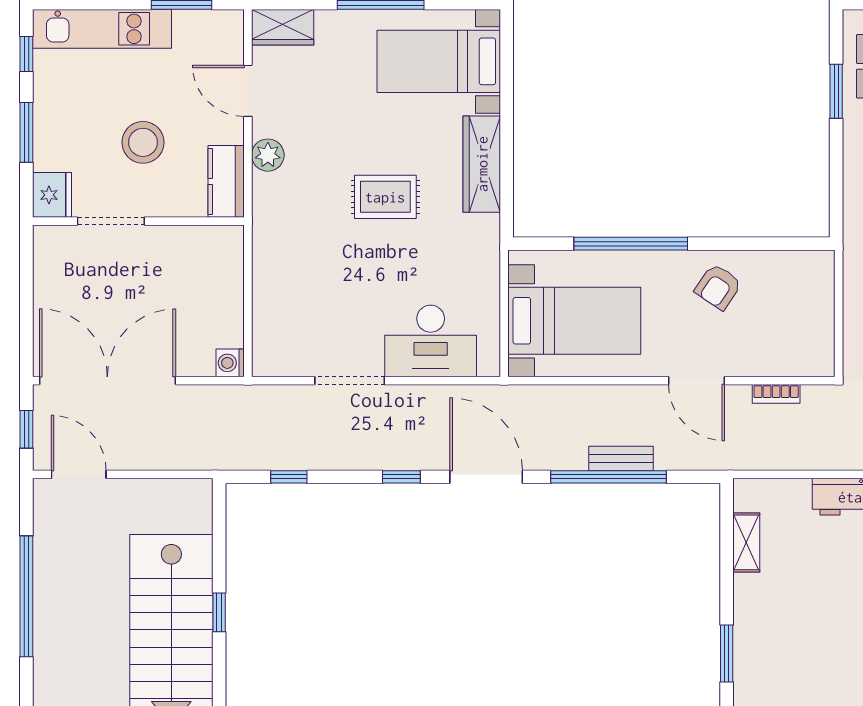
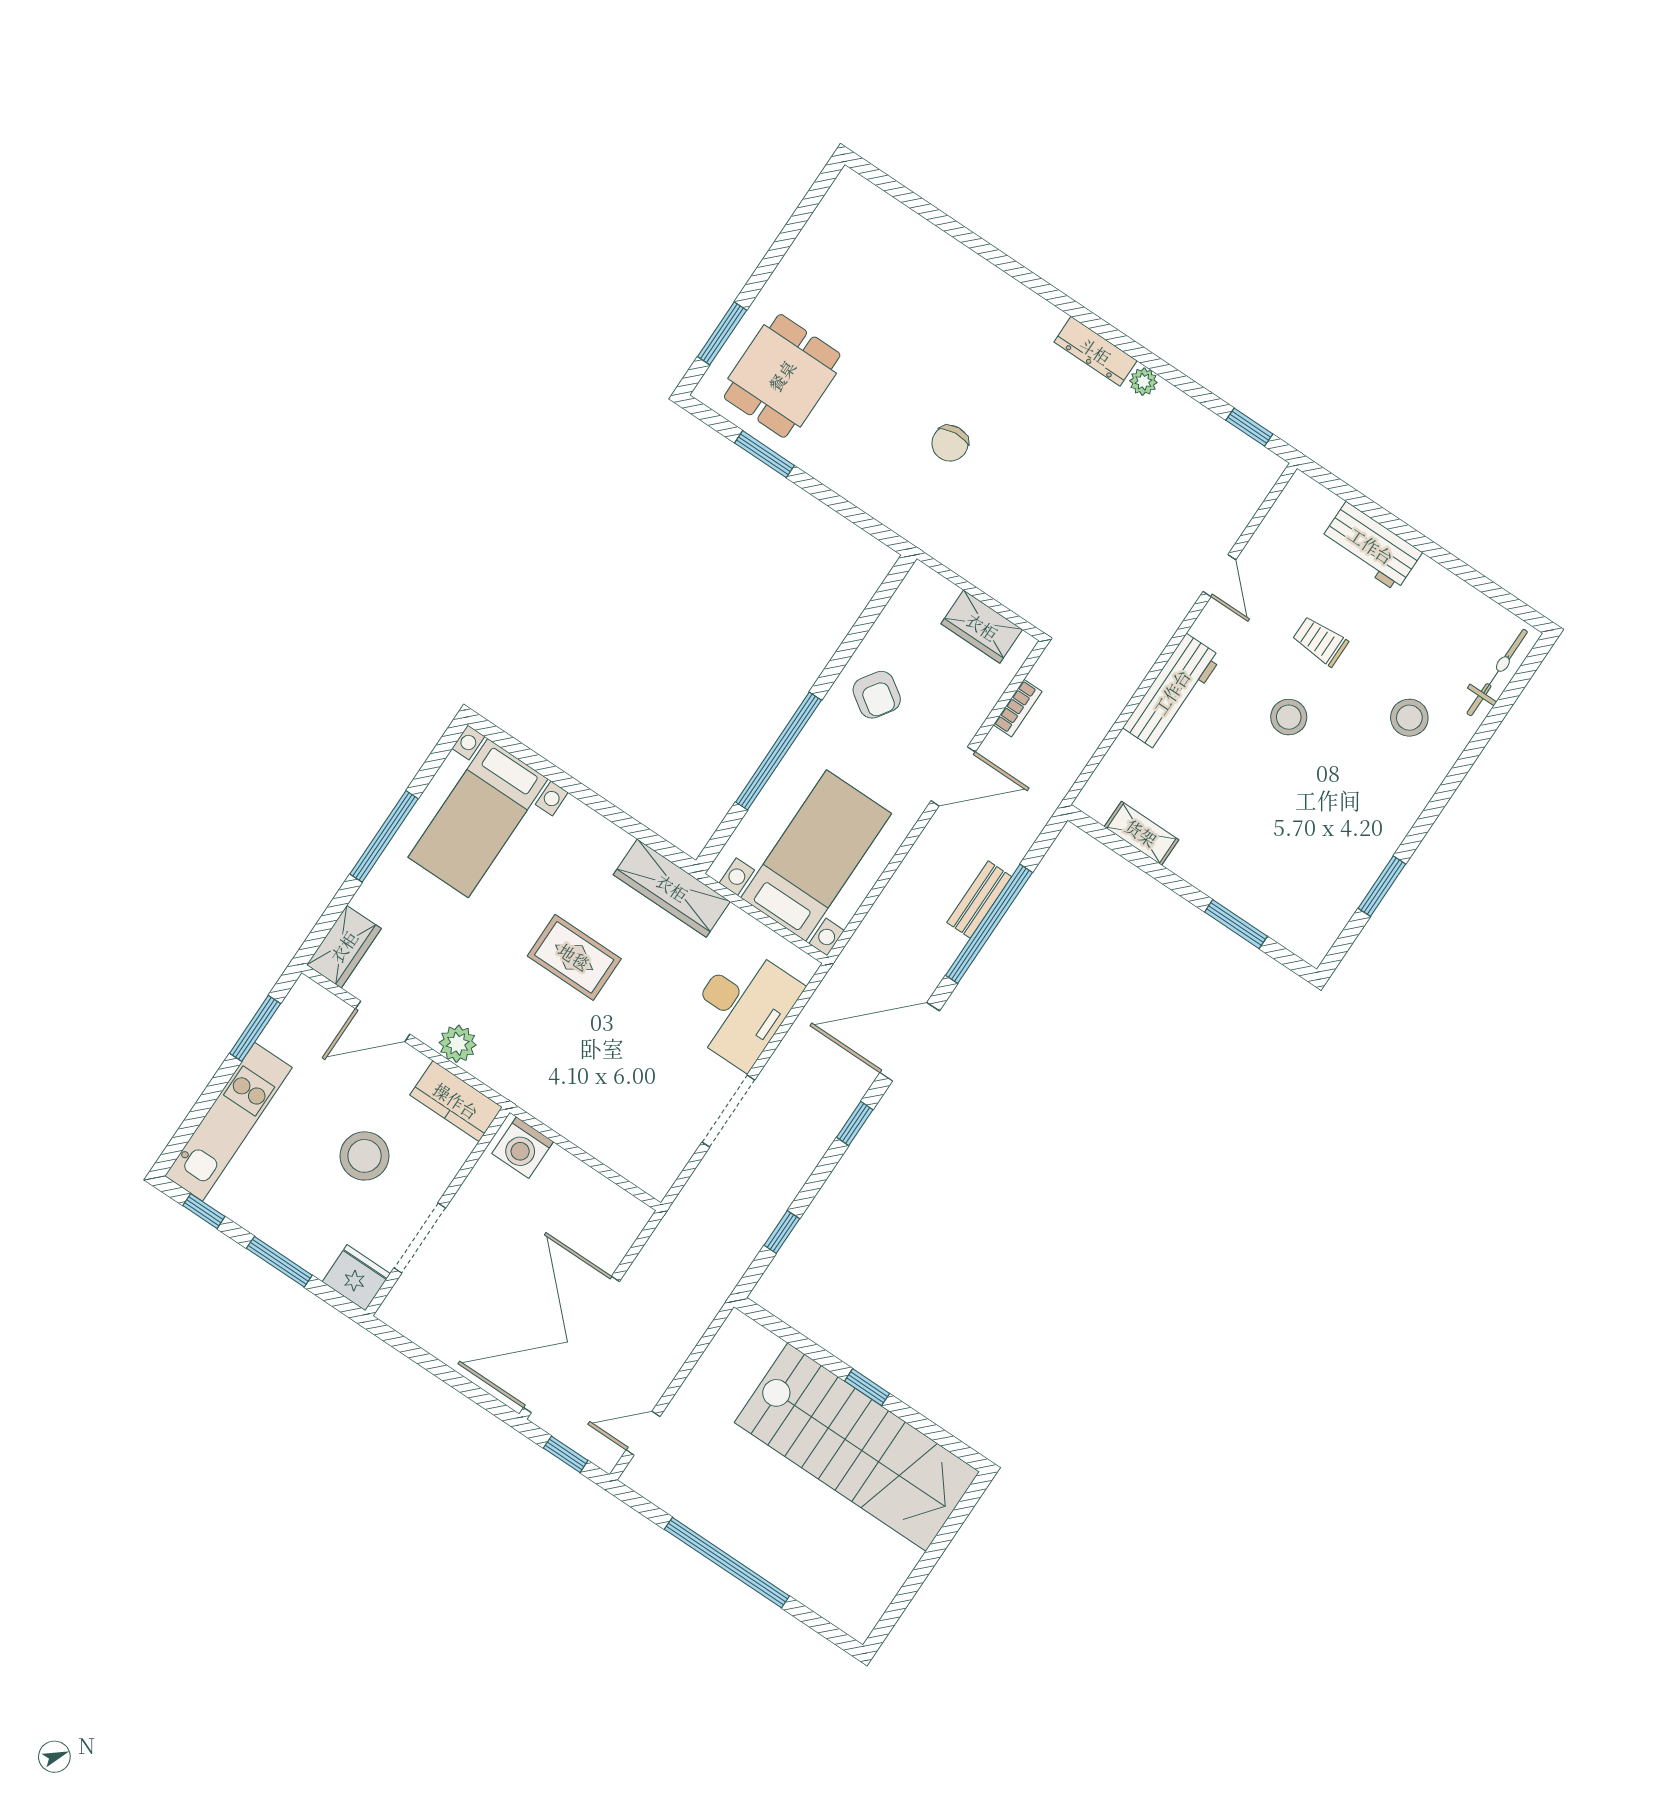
wardrobe: (482, 164) -> (672, 888), moved
rug: (385, 197) -> (574, 957), turned 90
wardrobe: (817, 329) -> (982, 627), added
washing machine: (230, 363) -> (523, 1148), moved, width x1.38, depth x1.38
door: (79, 474) -> (643, 1433), width x0.73

